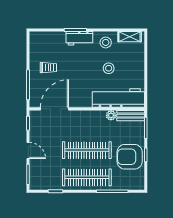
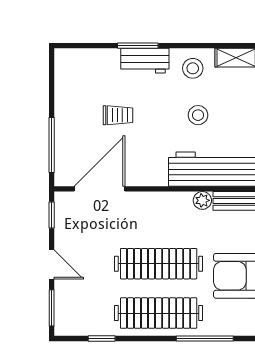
trolley: (48, 68) -> (118, 115), moved

